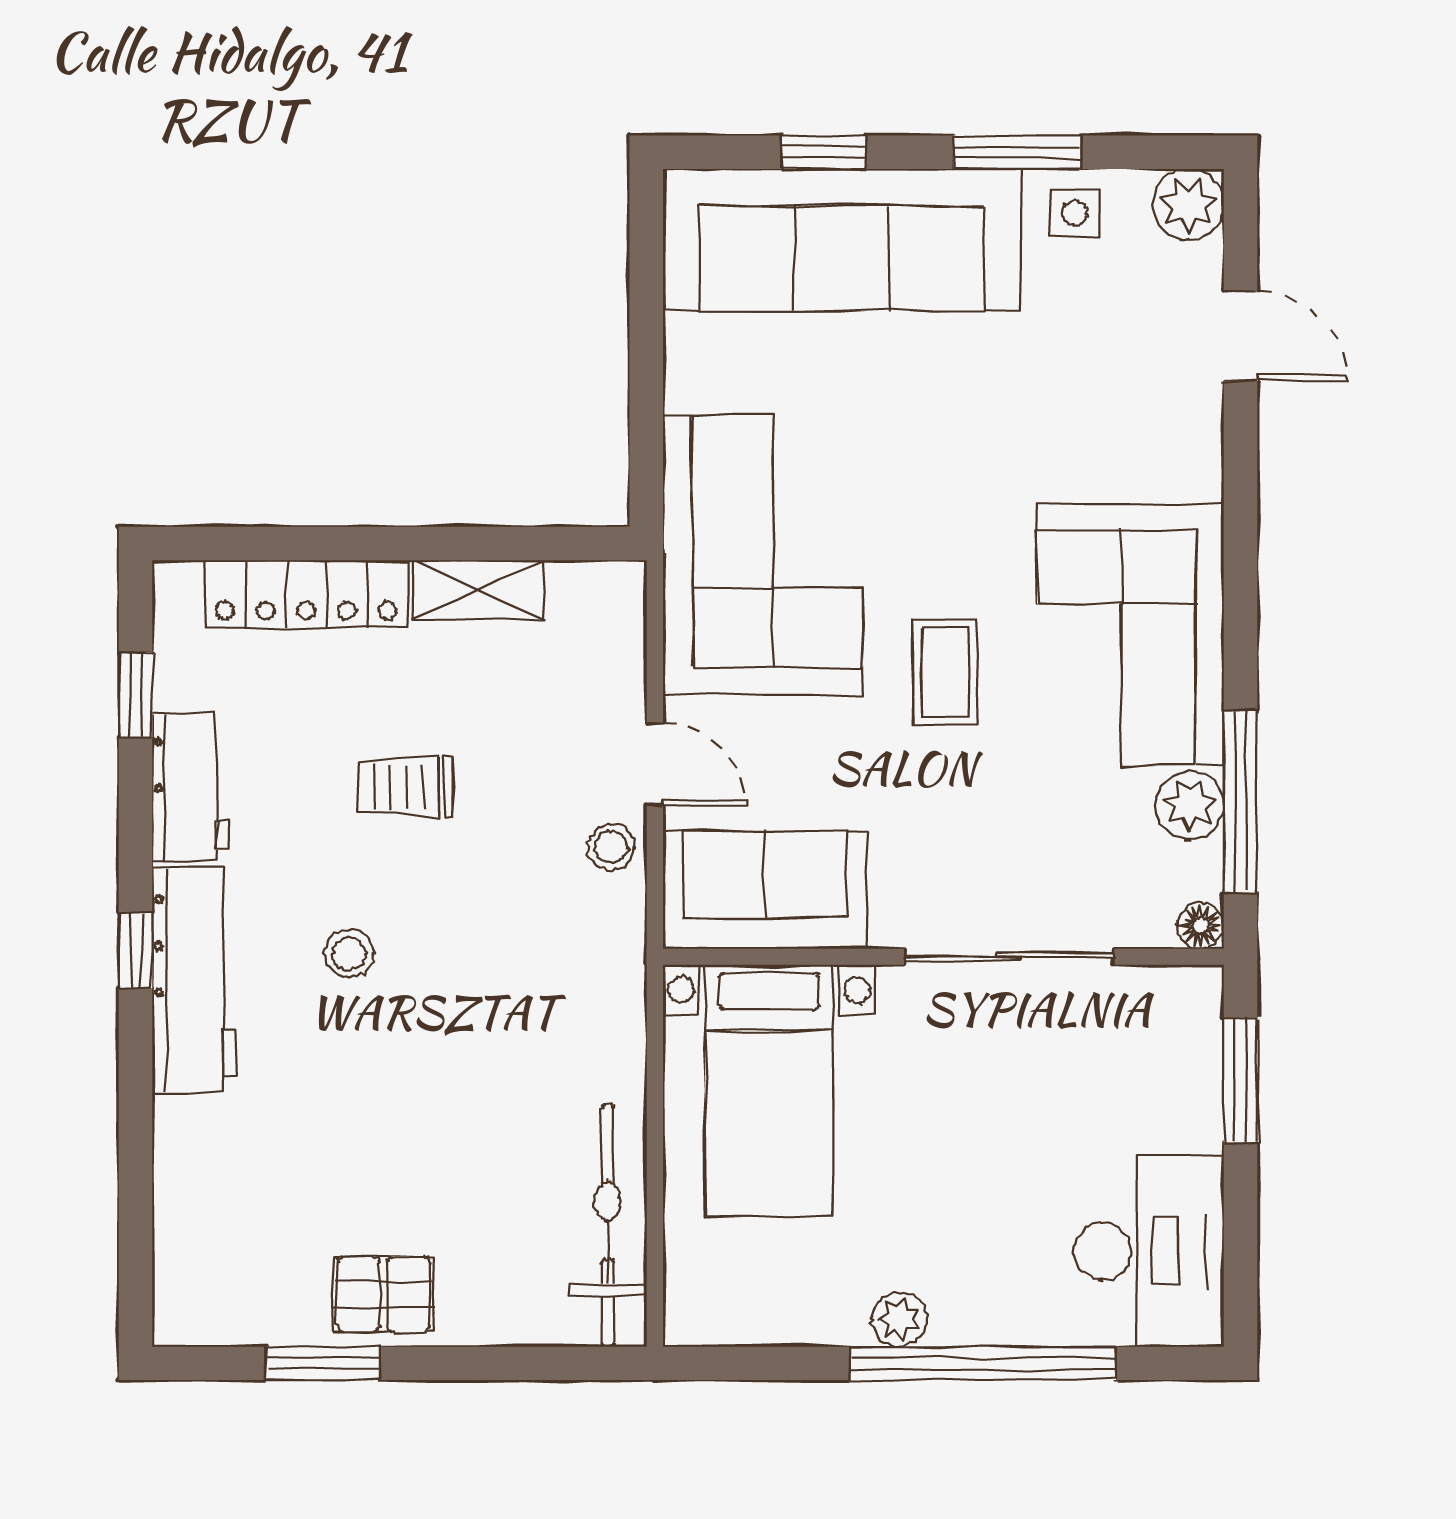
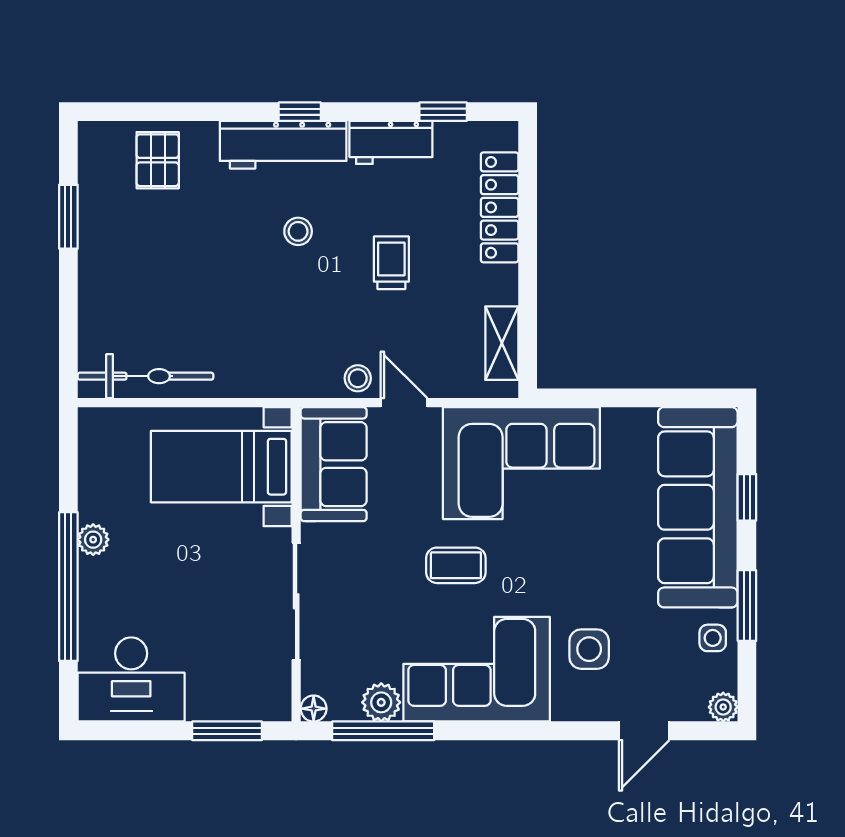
plant: (1188, 204) -> (723, 707), width x0.73, depth x0.73
side table: (1095, 434) -> (589, 649), added
shelving: (479, 590) -> (502, 343), moved
door: (655, 764) -> (404, 403), swing flipped
pallet: (383, 1294) -> (158, 160), moved

